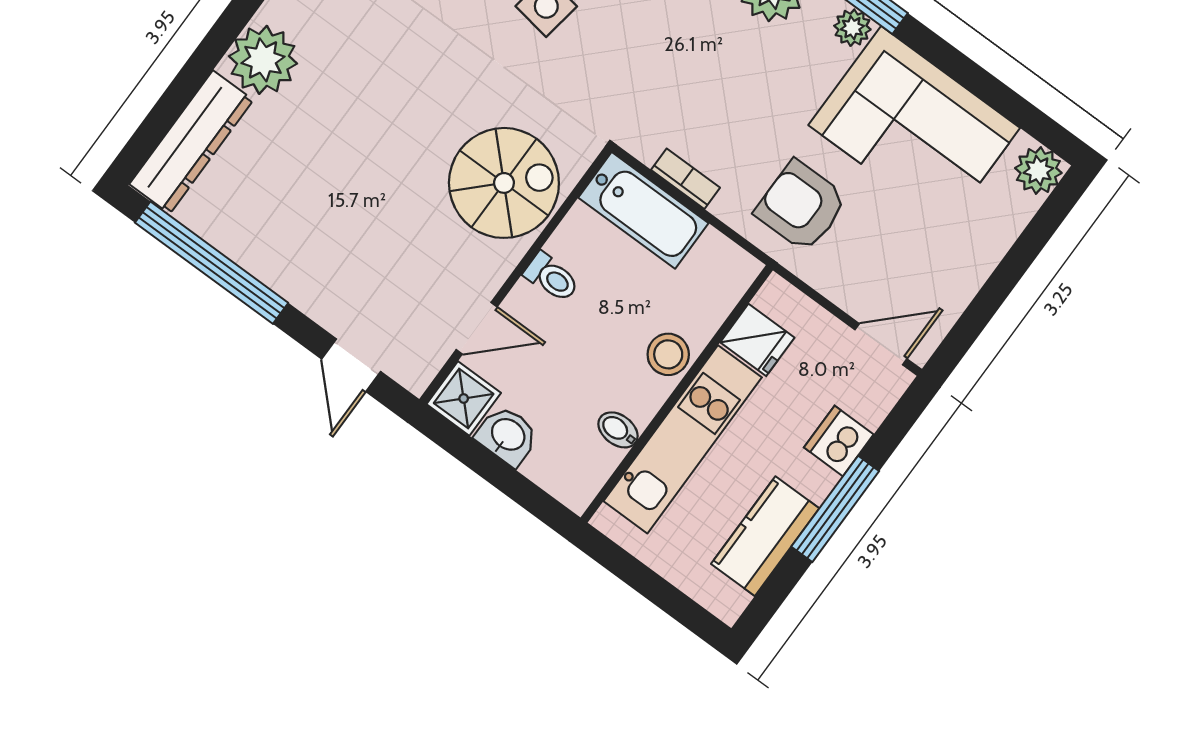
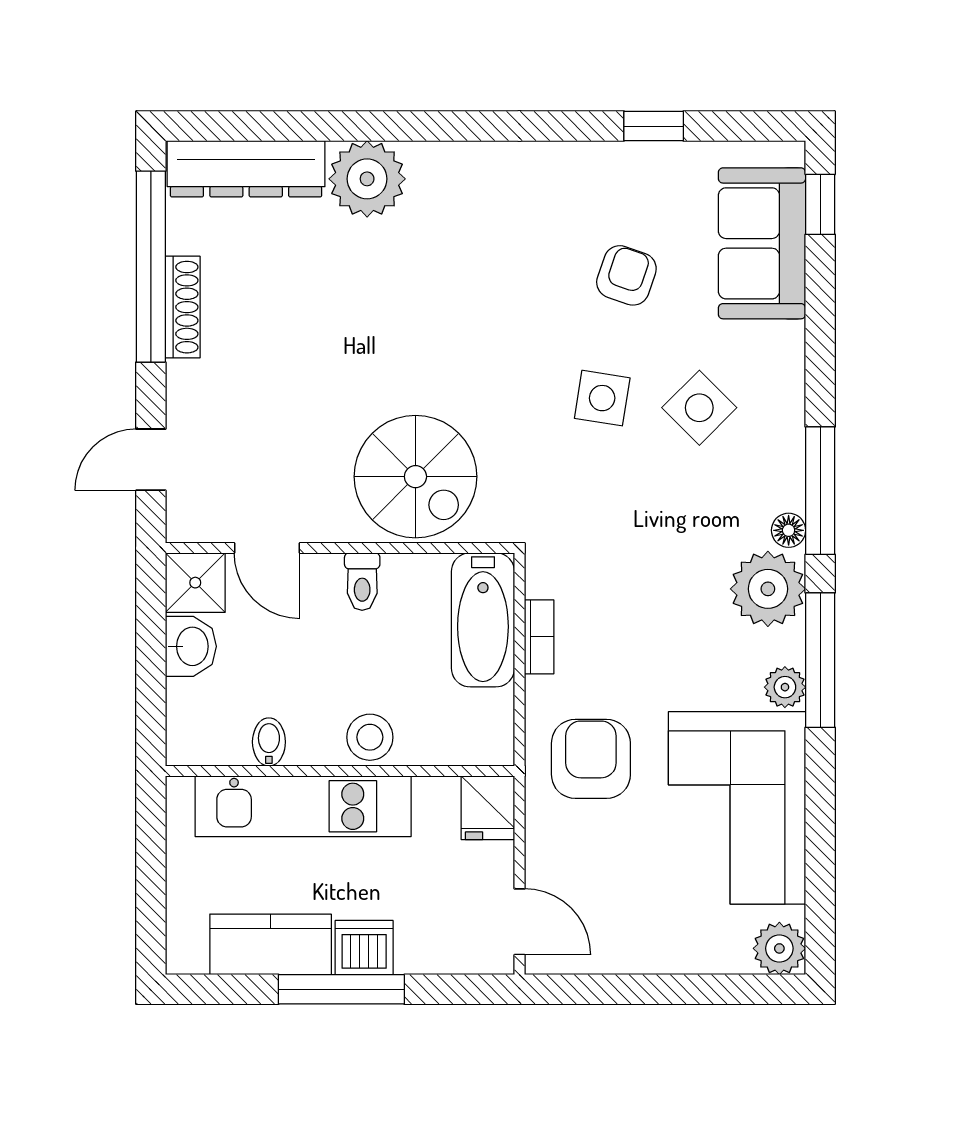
shoe rack: (258, 261) -> (183, 307), added
fridge: (757, 340) -> (488, 808), moved
dishwasher: (839, 441) -> (364, 948), moved

